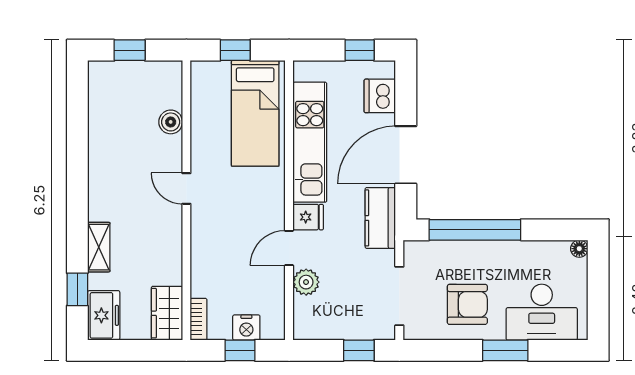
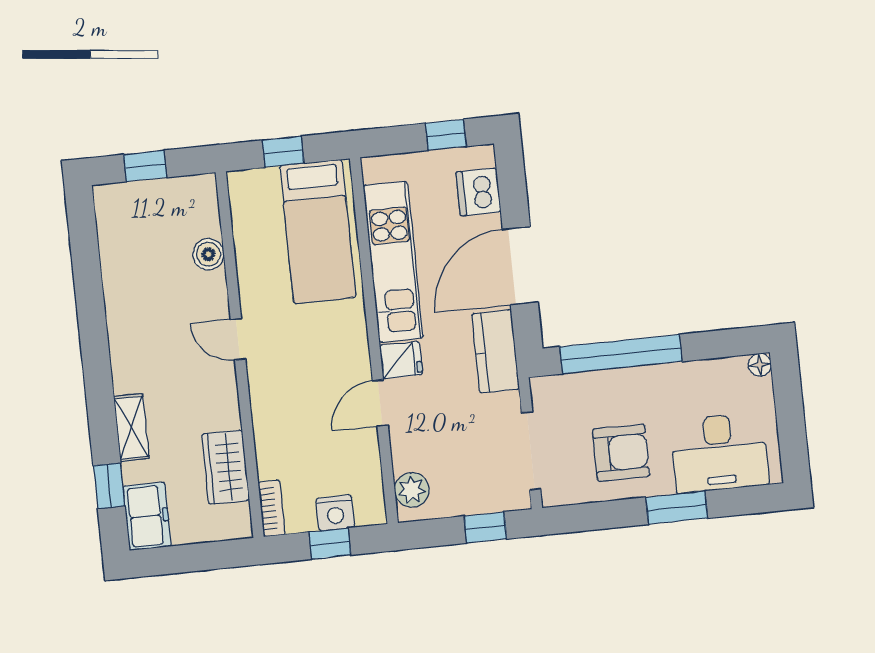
plant: (306, 282) -> (412, 490), moved
wardrobe: (167, 313) -> (226, 467), moved

